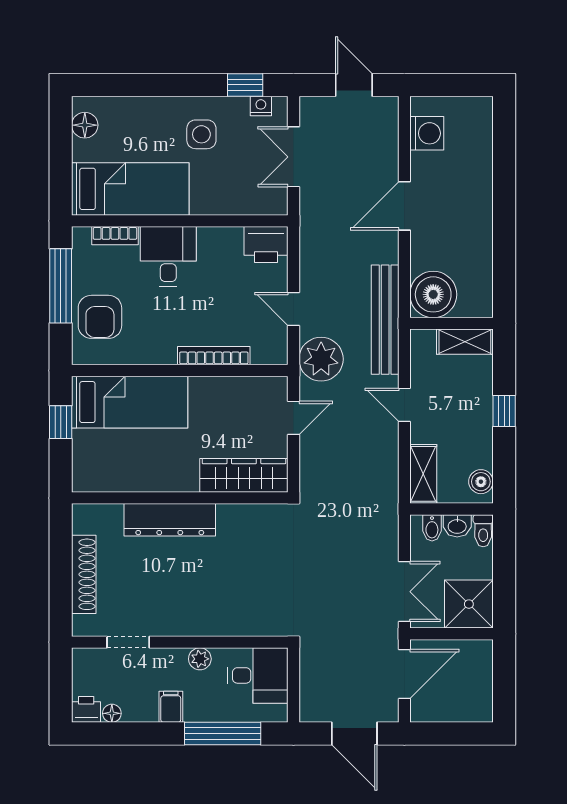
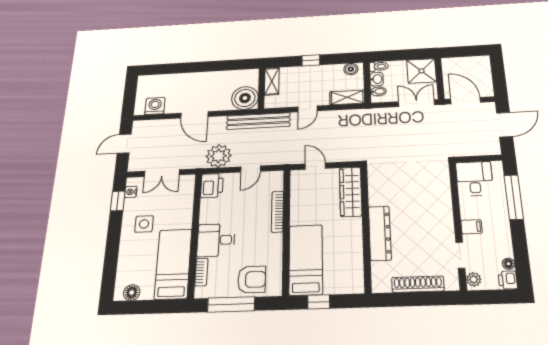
plant: (321, 359) -> (219, 156), moved
plant: (200, 659) -> (474, 279), moved
filing cabinet: (171, 707) -> (471, 227), moved, turned 180

